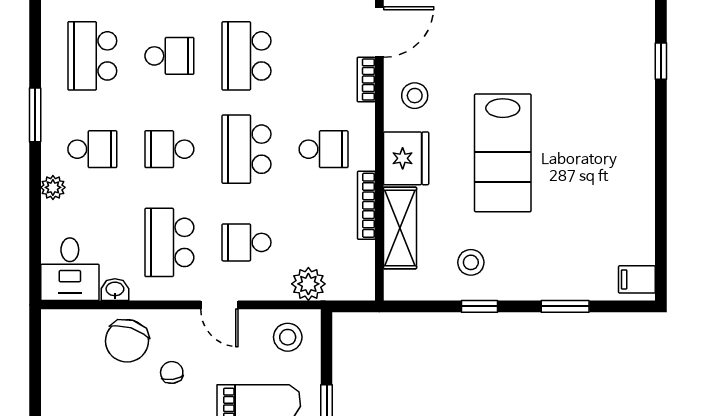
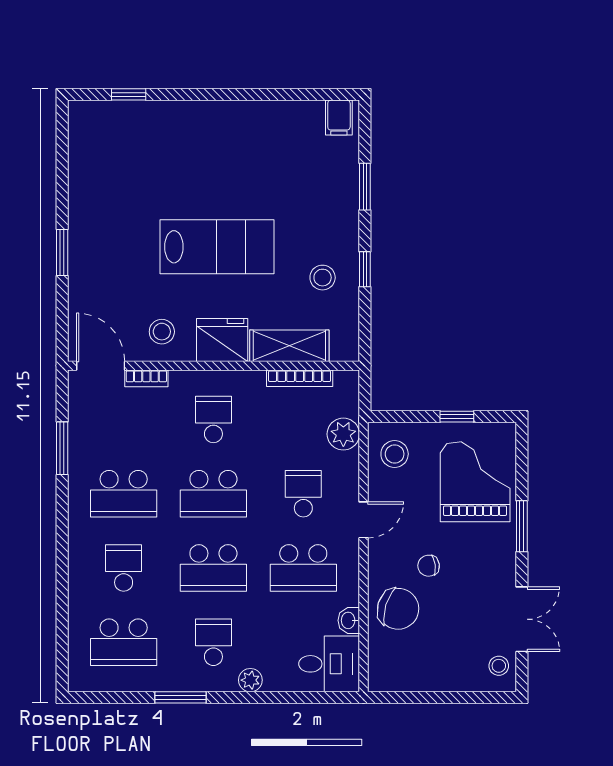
school desk: (169, 149) -> (213, 568), width x1.85
bookcase: (366, 205) -> (300, 378), moved
school desk: (246, 242) -> (303, 494), turned 180

